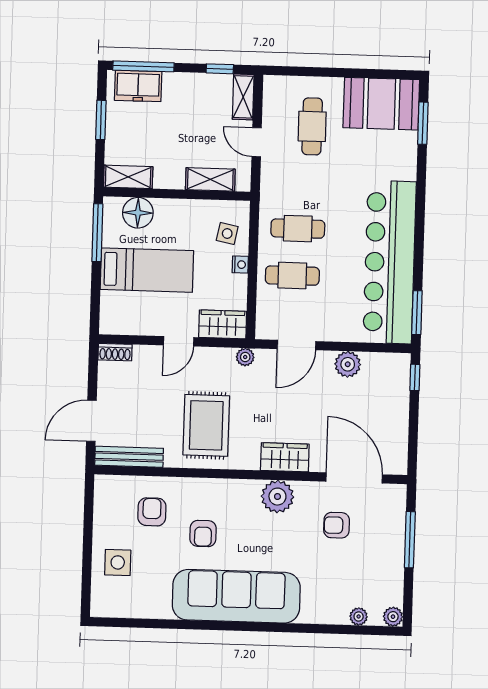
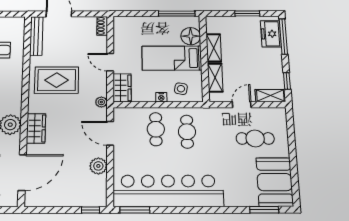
shelving: (128, 177) -> (214, 48), moved
bed: (147, 270) -> (172, 58), moved, turned 90

